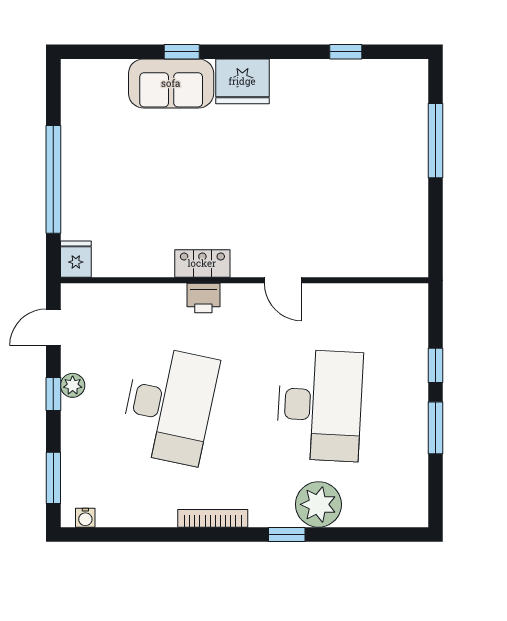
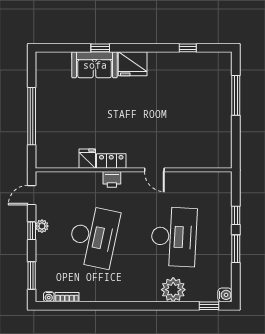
fridge: (76, 259) -> (87, 159), moved
water cooler: (415, 514) -> (225, 295), added
bookcase: (213, 518) -> (67, 297), moved, width x0.64
window: (287, 535) -> (209, 306), moved

